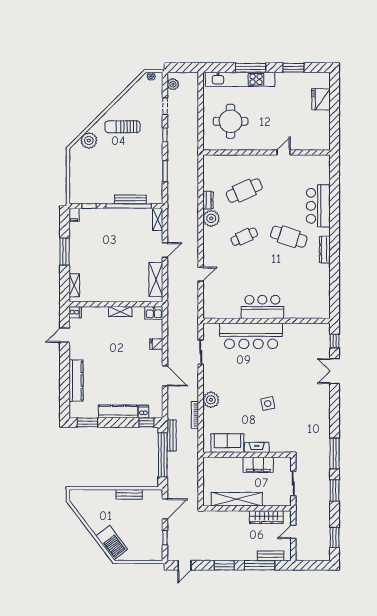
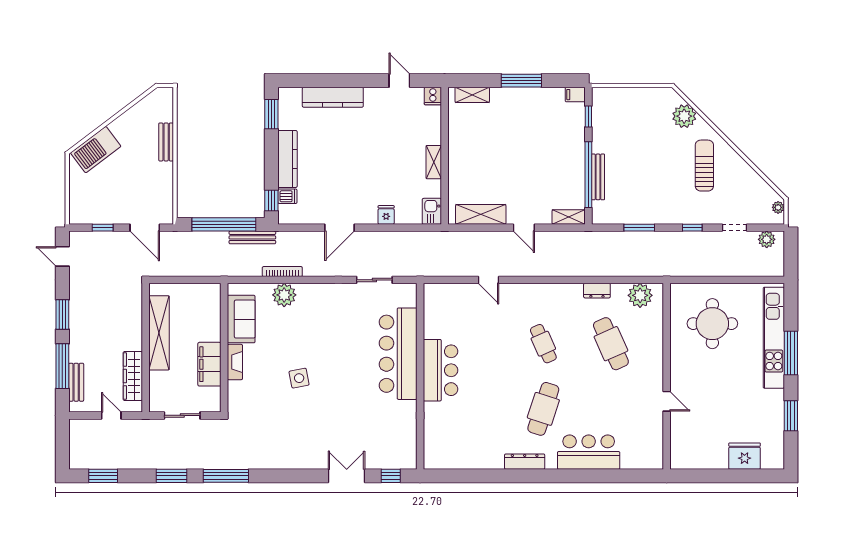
plant: (211, 218) -> (640, 295), moved
plant: (211, 400) -> (284, 295), moved
bench: (129, 494) -> (166, 142), moved

